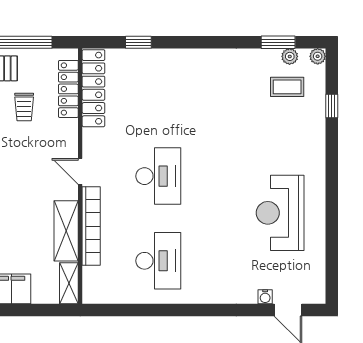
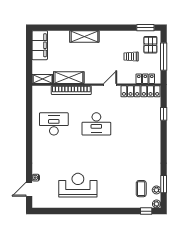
locker: (68, 89) -> (145, 79), width x0.66
window: (332, 106) -> (146, 211), moved
door: (80, 171) -> (110, 85), moved
desk: (158, 261) -> (54, 124), turned 180

